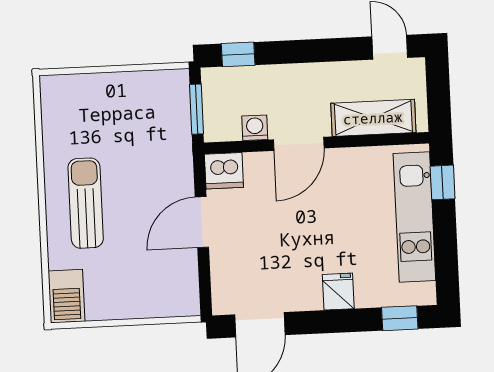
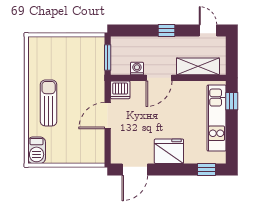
window: (238, 54) -> (166, 31), moved
fridge: (338, 292) -> (169, 151), width x1.88, depth x1.34

